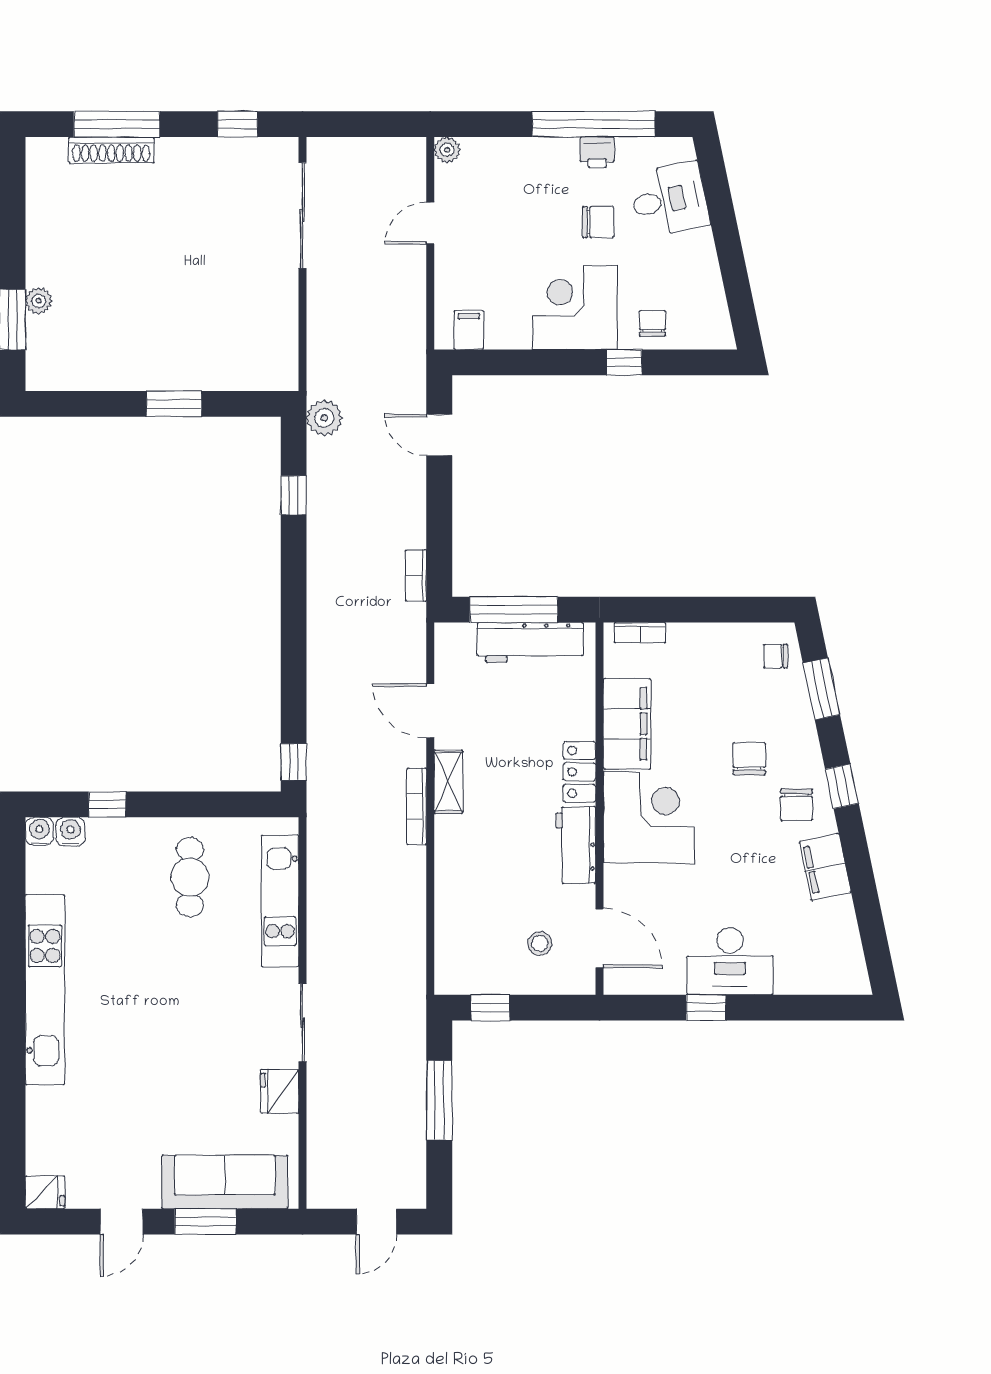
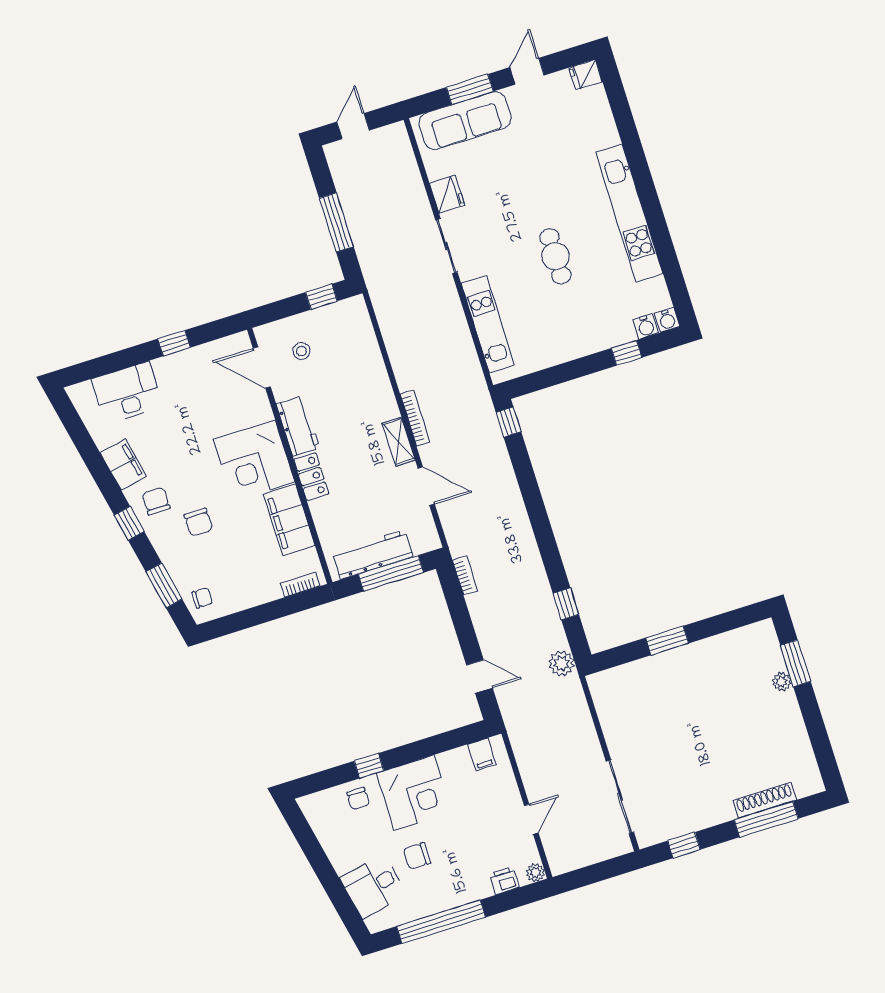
printer: (597, 152) -> (504, 881), moved
cafe table: (190, 877) -> (555, 256), moved
desk: (730, 961) -> (127, 393), moved

